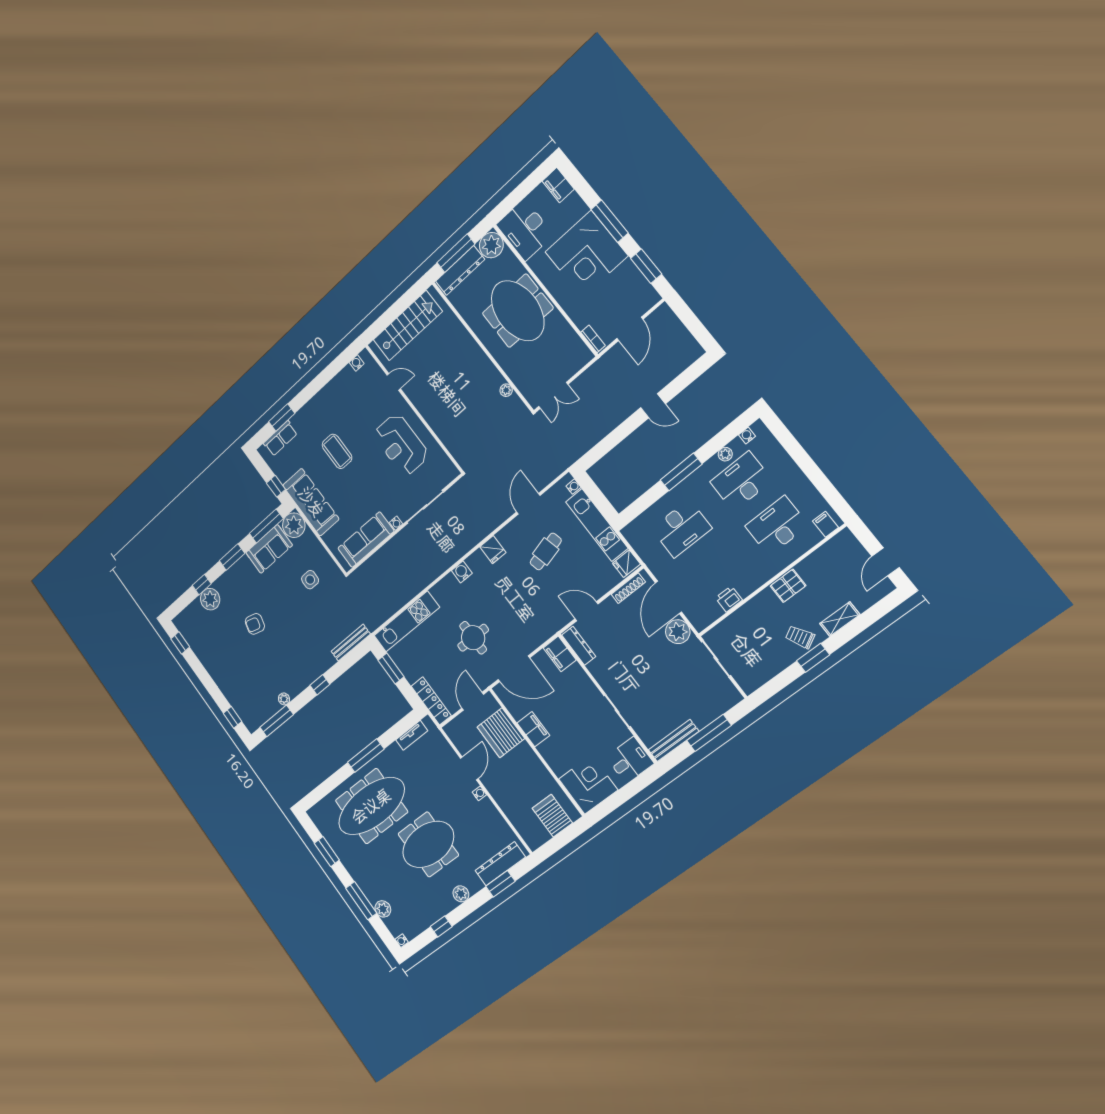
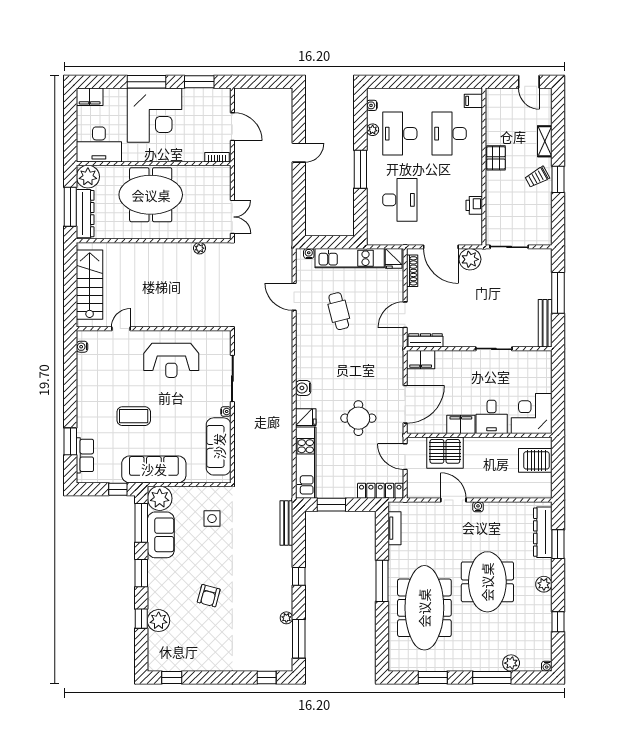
fridge: (493, 550) -> (306, 417), moved
desk: (630, 760) -> (492, 417), moved, turned 180

